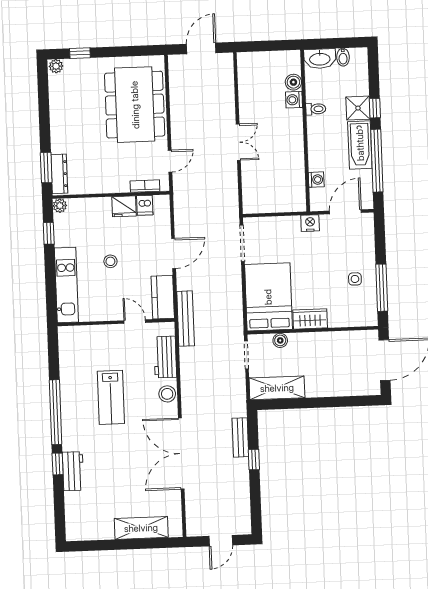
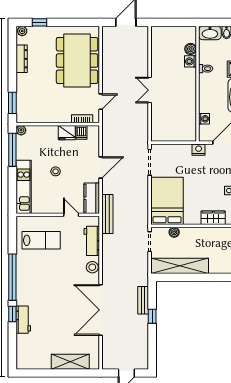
double door: (238, 142) -> (150, 90), swing flipped
dresser: (59, 174) -> (22, 59), moved
window: (49, 233) -> (12, 150), width x2.17
wardrobe: (310, 319) -> (213, 218), moved
shelving: (277, 388) -> (180, 266), width x1.47
lab bench: (111, 397) -> (41, 240), moved, turned -90

